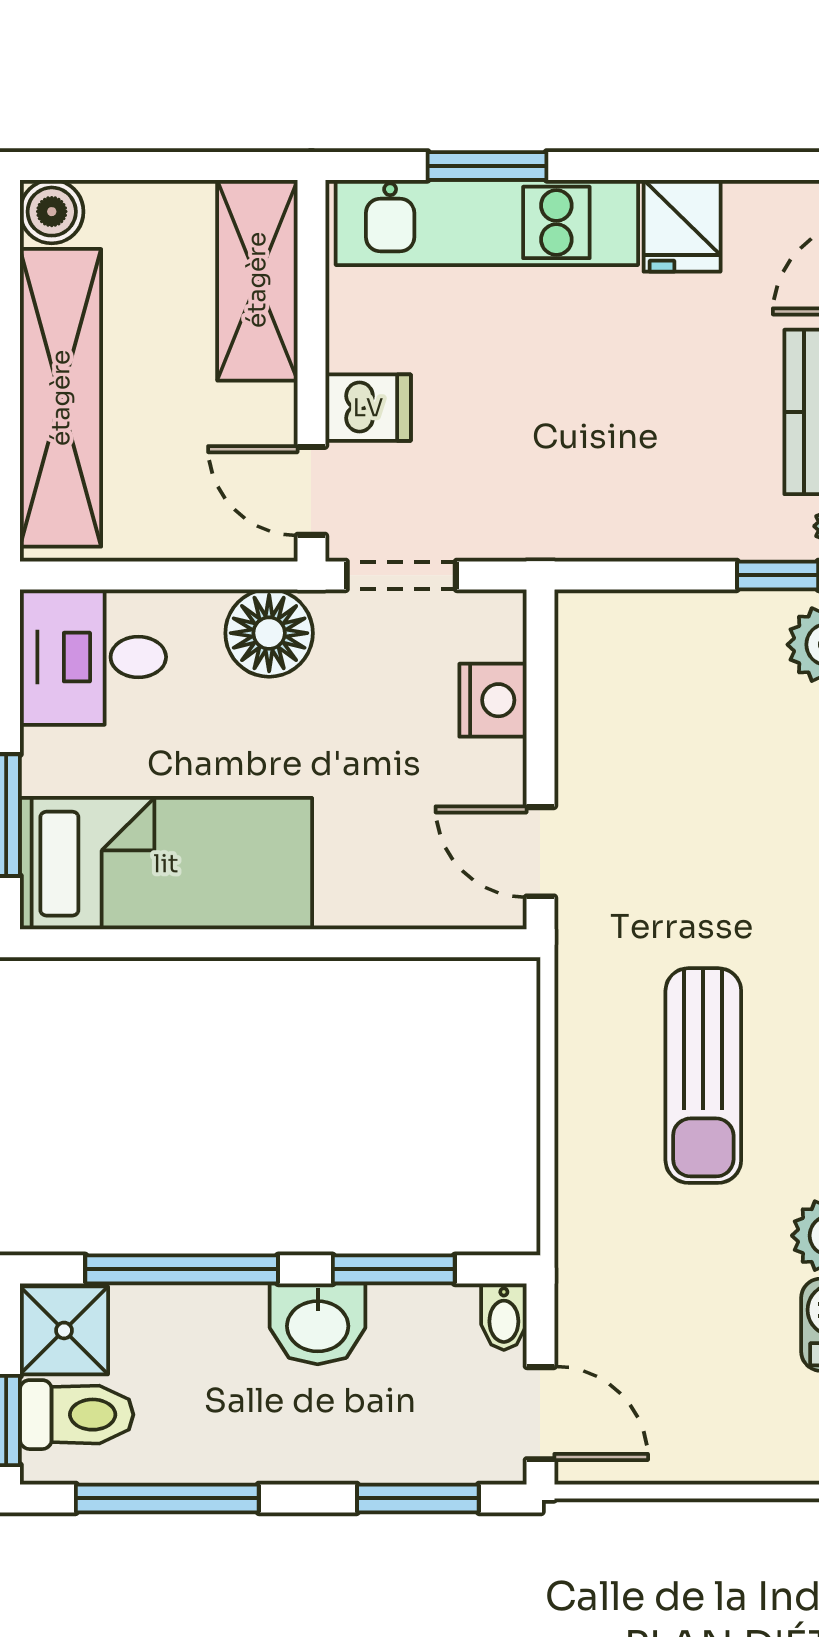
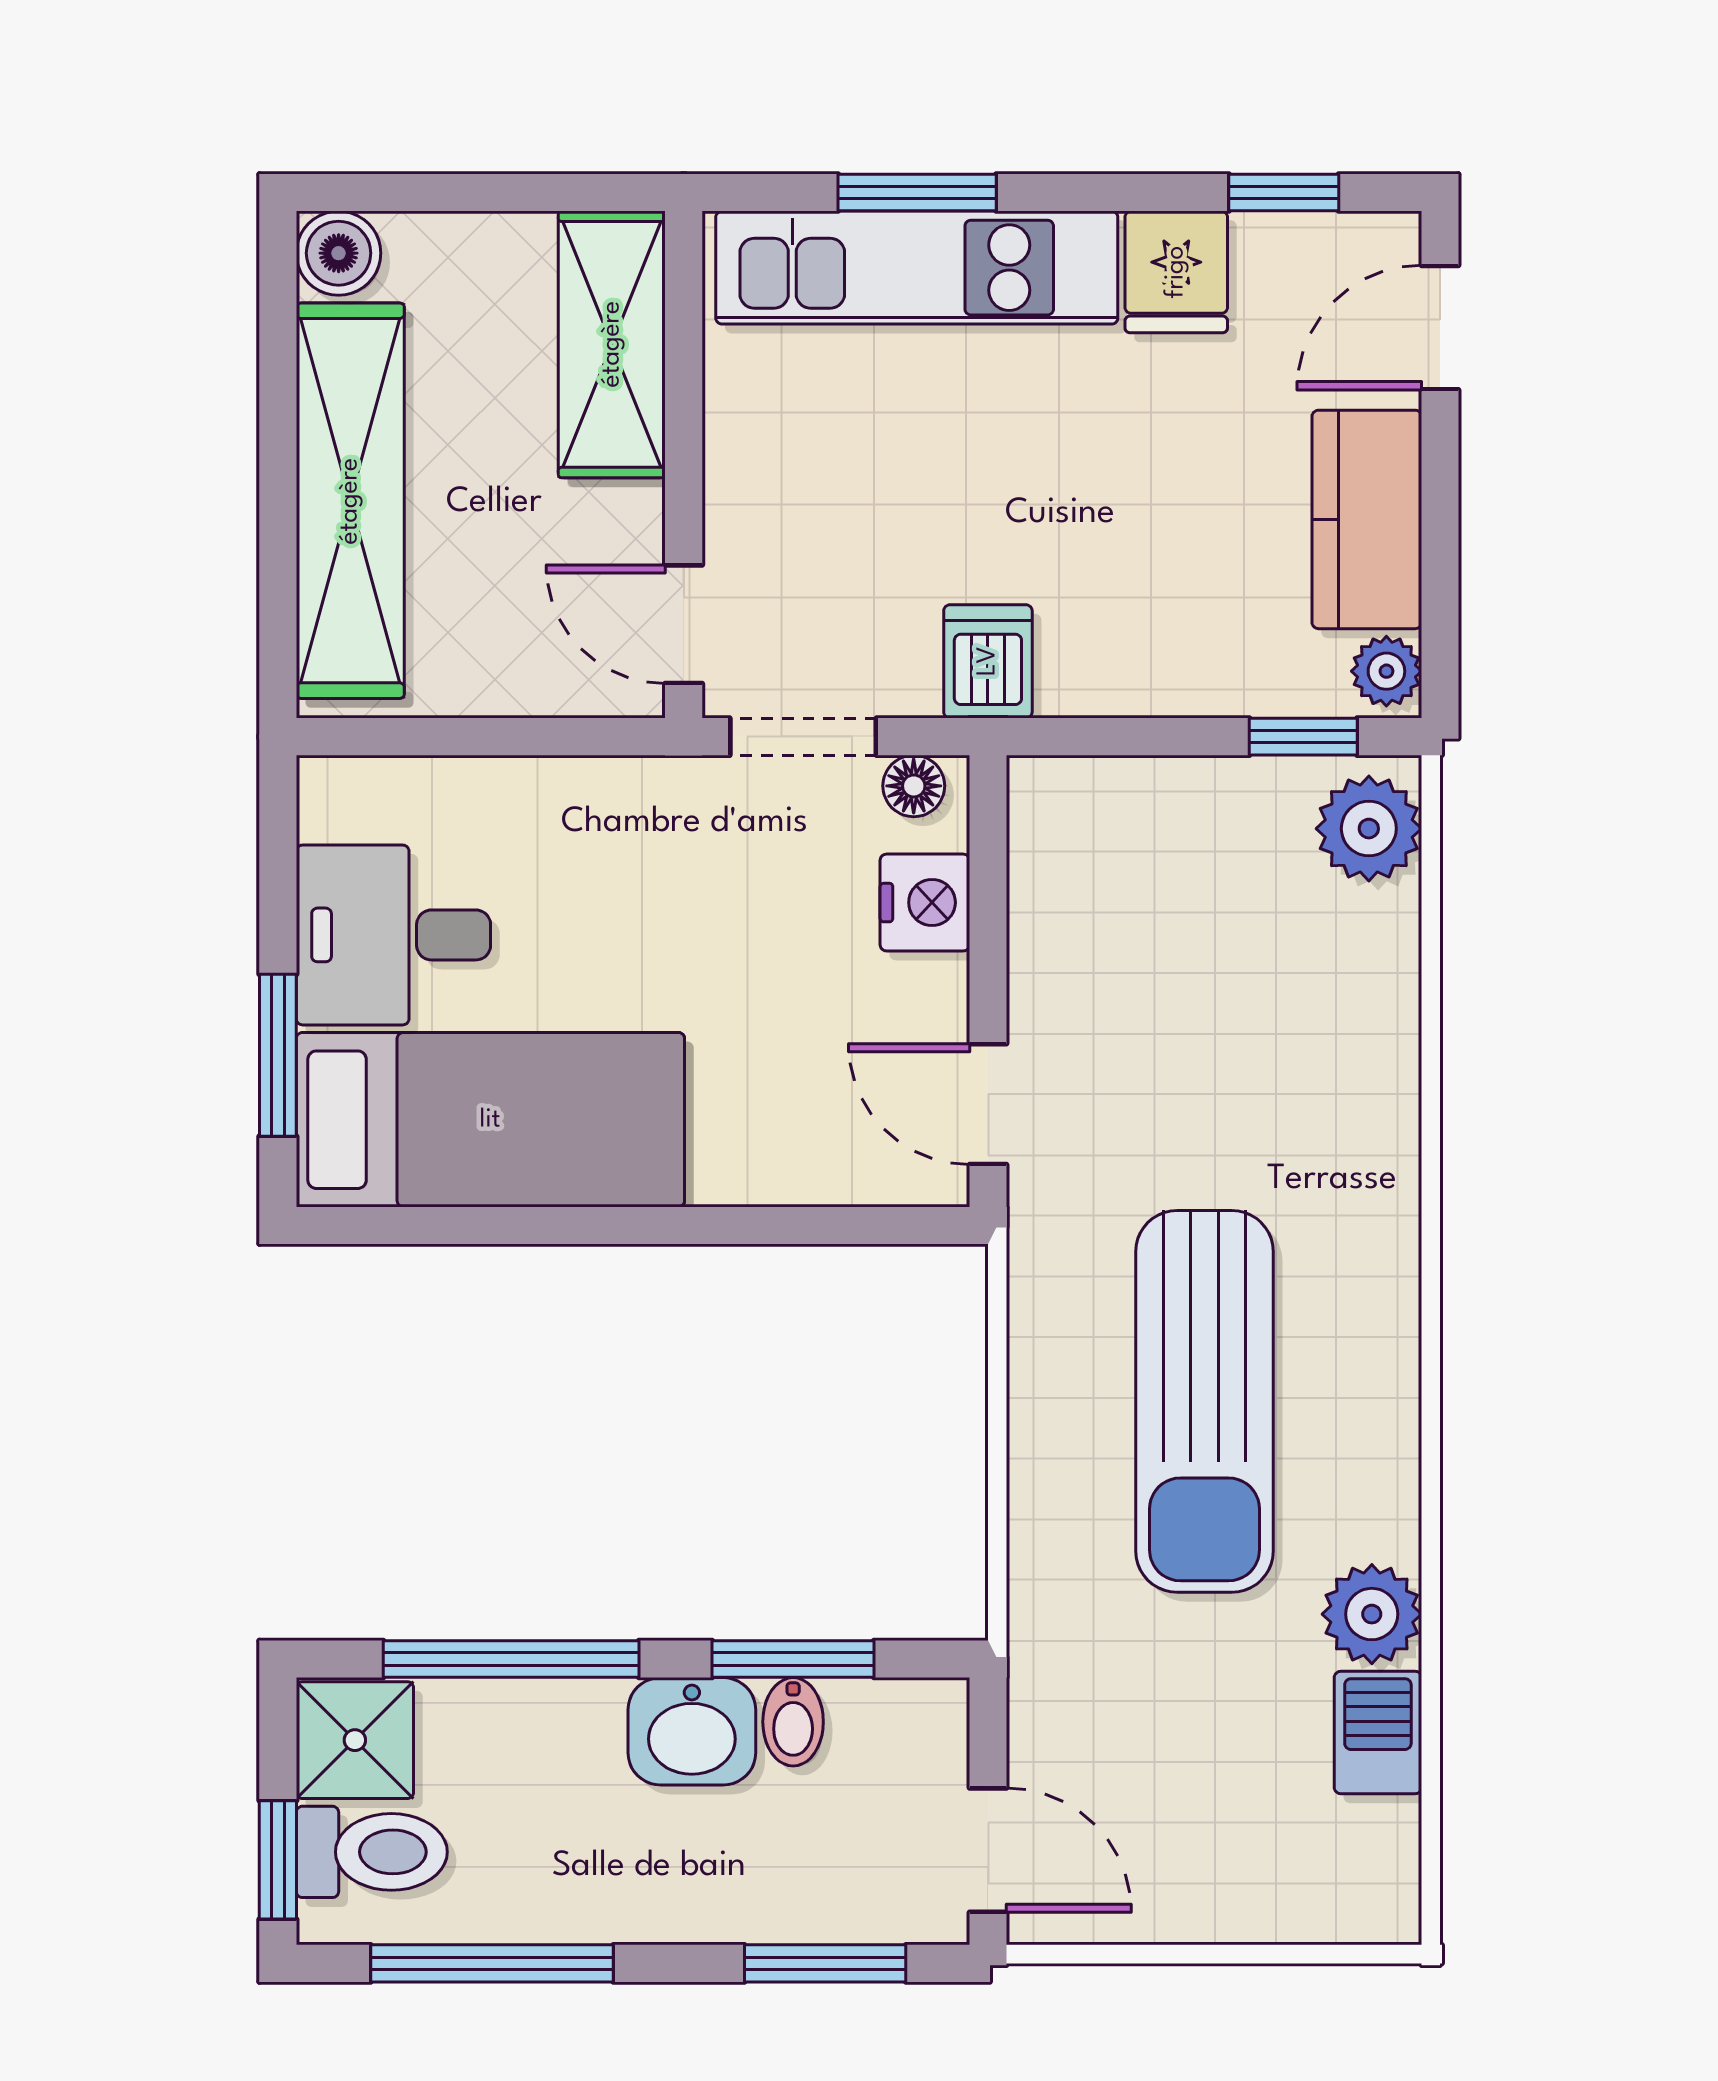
window: (763, 166) -> (1284, 193), added
dishwasher: (368, 408) -> (988, 661), moved, turned -90
floor lamp: (269, 633) -> (914, 786), moved, width x0.53, depth x0.53
desk: (93, 657) -> (393, 935), moved
sun lounger: (703, 1076) -> (1204, 1401), width x1.36, depth x1.34
bidet: (504, 1317) -> (793, 1722), moved

